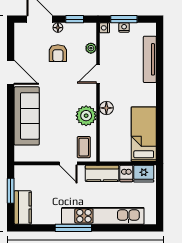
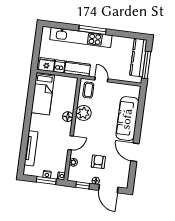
window: (11, 191) -> (146, 65), width x1.44
kitchen counter: (23, 208) -> (138, 58), width x1.50
window: (73, 228) -> (92, 30), moved

